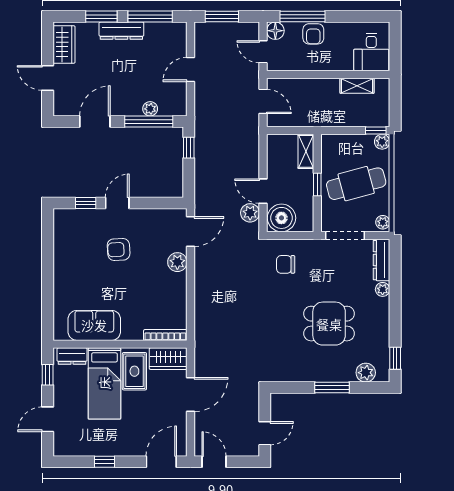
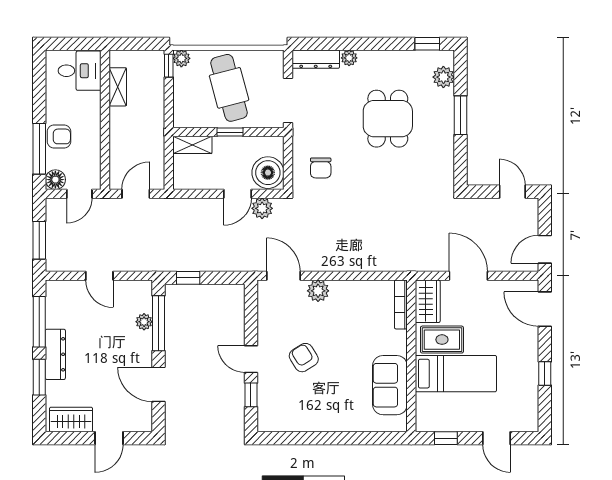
plant: (383, 222) -> (273, 58), removed
armchair: (119, 249) -> (304, 358), turned 151
dresser: (72, 356) -> (425, 410), removed

